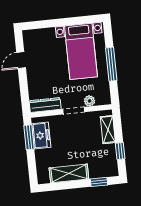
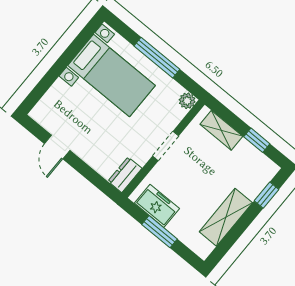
plant: (89, 101) -> (187, 101), moved
dresser: (45, 105) -> (125, 175), width x0.70
window: (29, 137) -> (159, 232), moved

